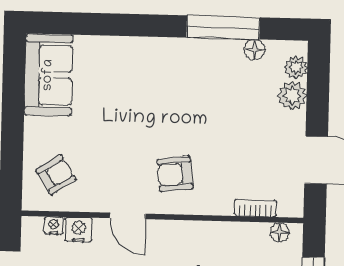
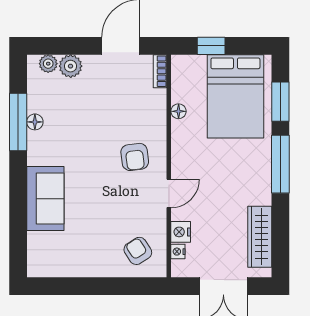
floor lamp: (255, 50) -> (35, 122), moved
sofa: (48, 75) -> (45, 199), moved, turned 90
bookcase: (255, 208) -> (160, 71), moved
floor lamp: (280, 232) -> (179, 111), moved

